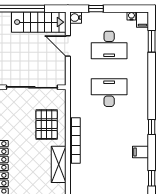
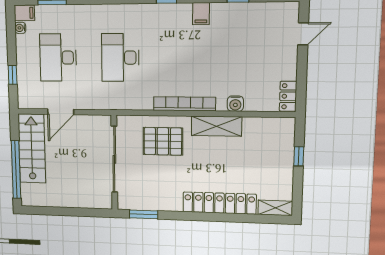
water cooler: (76, 18) -> (235, 104), moved
desk: (109, 45) -> (58, 58), turned 180

